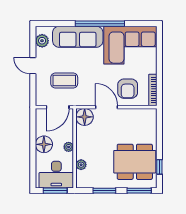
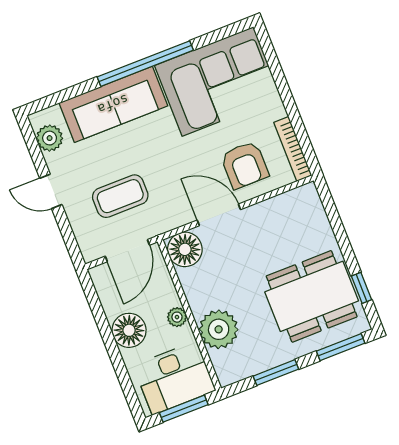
plant: (81, 165) -> (219, 329), width x1.88, depth x1.88

